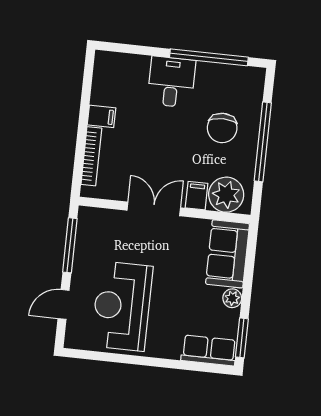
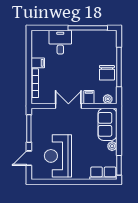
desk: (171, 82) -> (60, 42), moved
chair: (222, 128) -> (107, 73), moved
plant: (226, 195) -> (108, 99), width x0.53, depth x0.53

